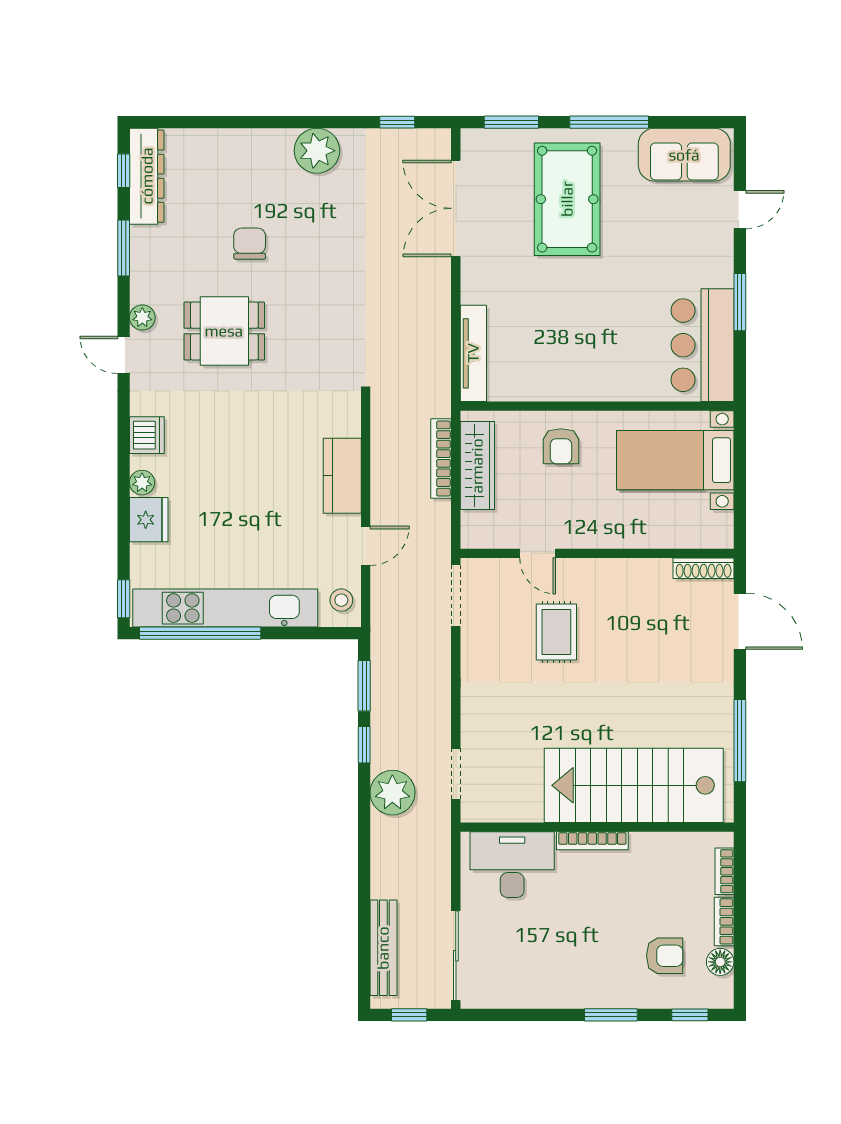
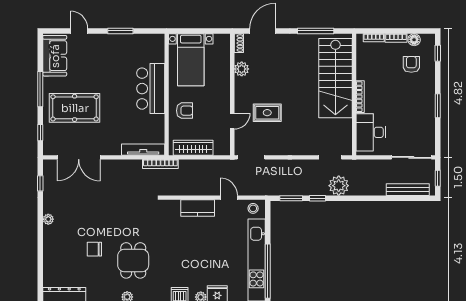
window: (511, 122) -> (40, 133), width x0.67
plant: (317, 151) -> (48, 219), width x0.53, depth x0.53
bar counter: (702, 345) -> (151, 89), moved, turned 90
bookcase: (441, 459) -> (160, 164), moved
shoe rack: (704, 568) -> (239, 43), width x0.70
plant: (654, 574) -> (242, 69), added
window: (611, 1015) -> (438, 106), moved

